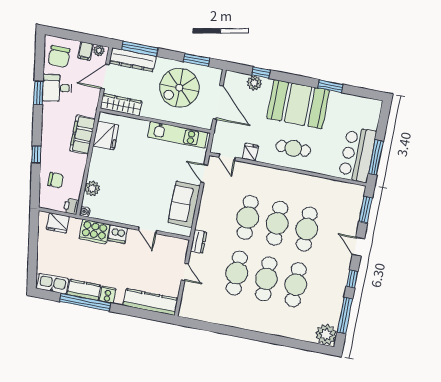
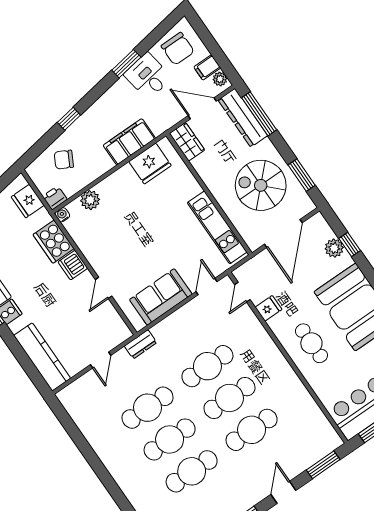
chair: (59, 57) -> (178, 49), turned -90
wardrobe: (121, 105) -> (187, 142), width x0.67
chair: (56, 180) -> (64, 160), turned 118

